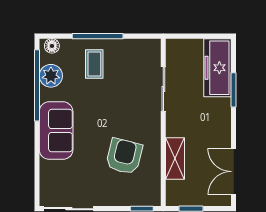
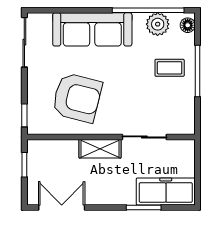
sofa: (56, 131) -> (92, 29), width x1.36
armchair: (124, 156) -> (77, 98), width x1.36, depth x1.36
shelving: (175, 159) -> (100, 149), moved

